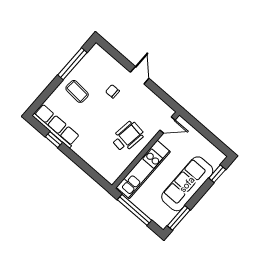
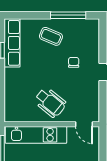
coffee table: (77, 91) -> (51, 36), turned -71
wheelchair: (128, 137) -> (50, 102), turned 31

